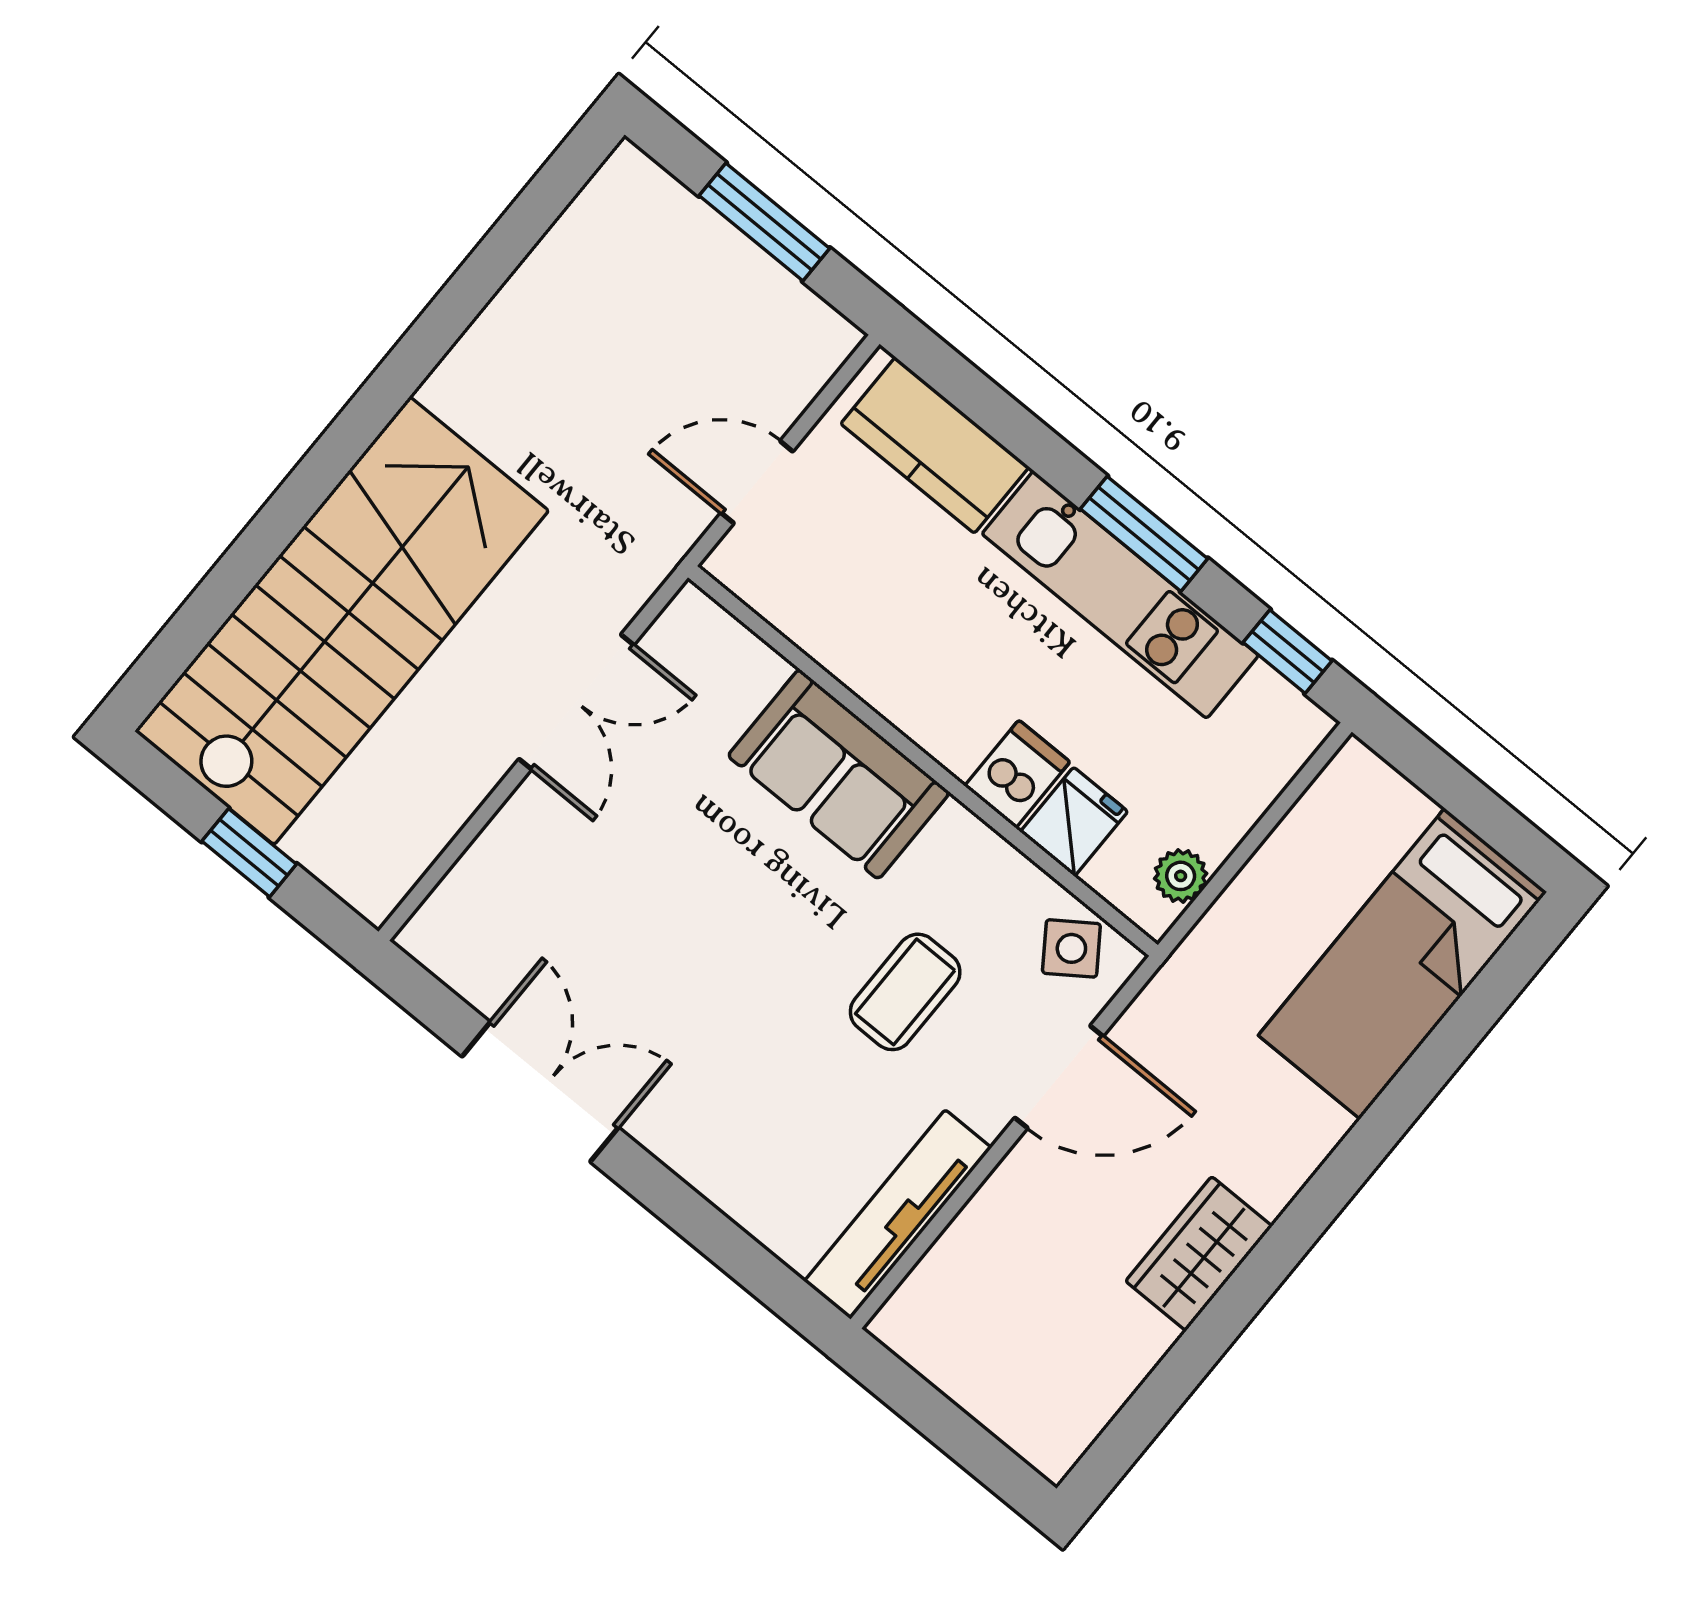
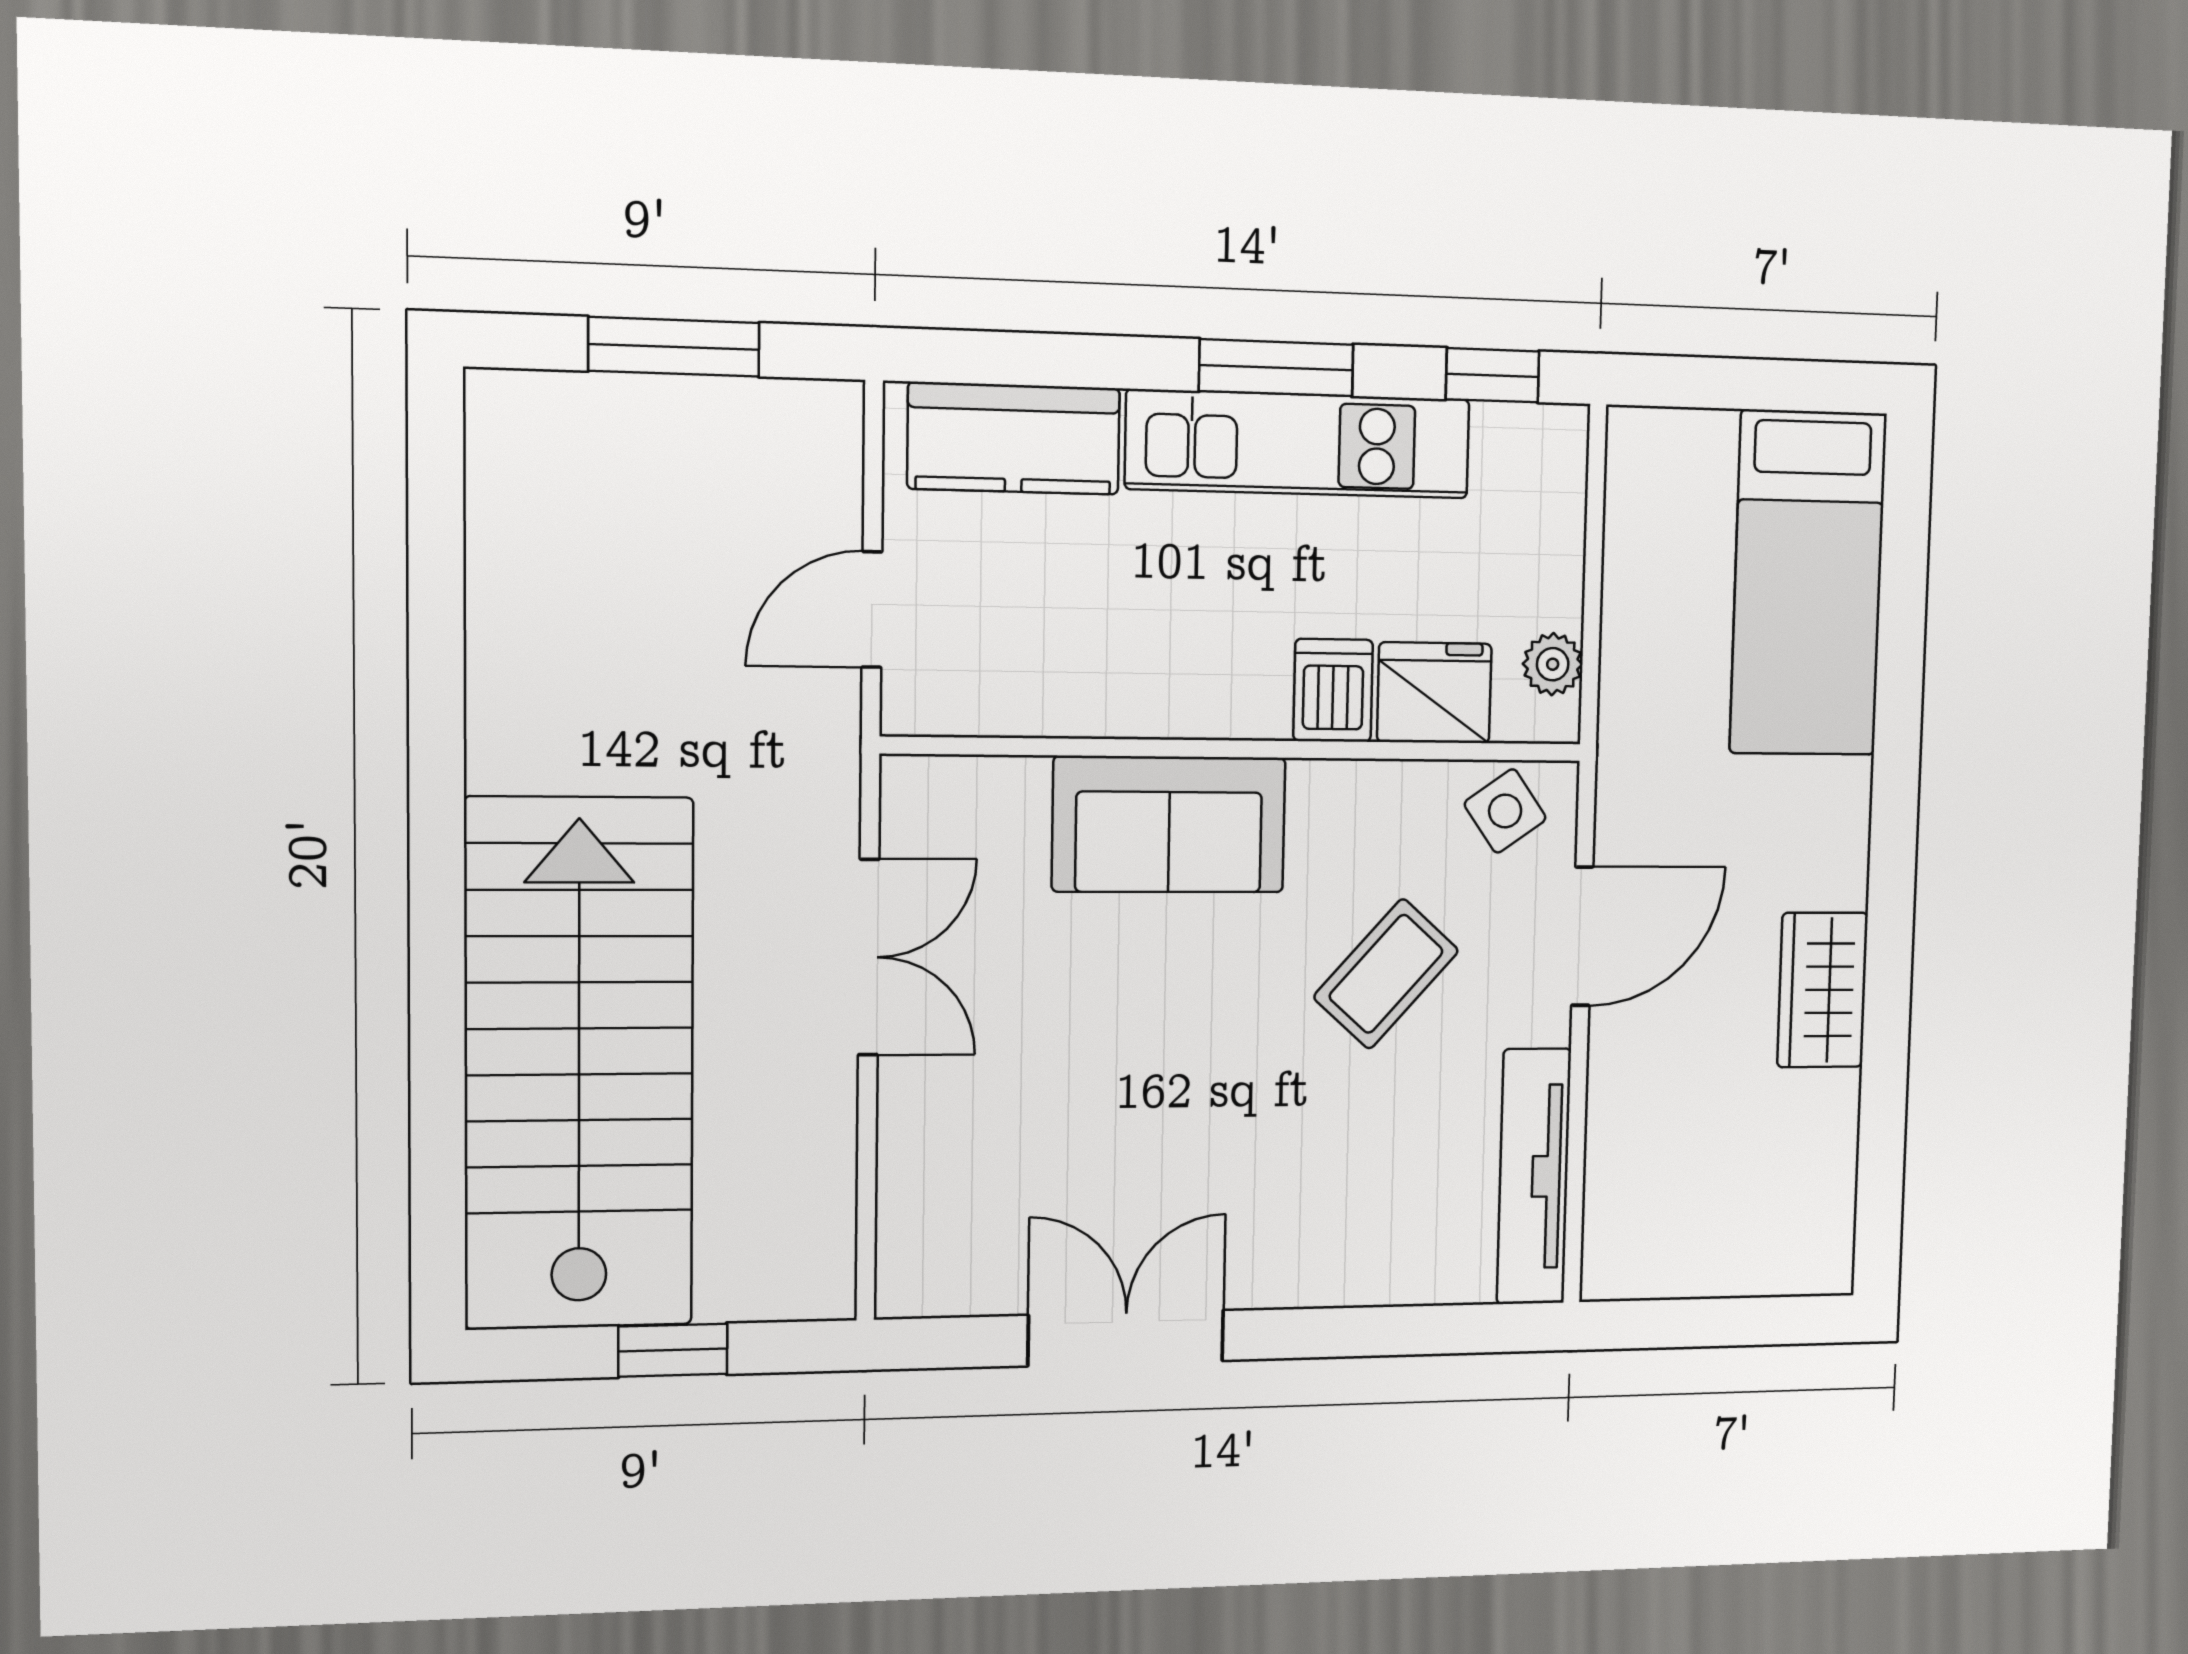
fridge: (1074, 822) -> (1434, 693), width x1.38
coffee table: (905, 992) -> (1386, 974), turned 42

